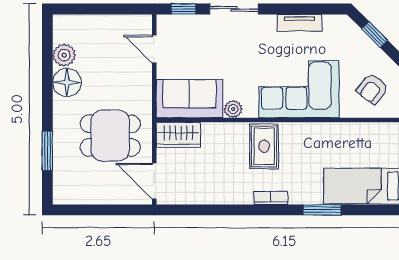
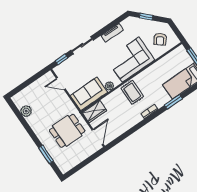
floor lamp: (67, 83) -> (35, 121), removed
door: (154, 181) -> (98, 137), swing flipped

